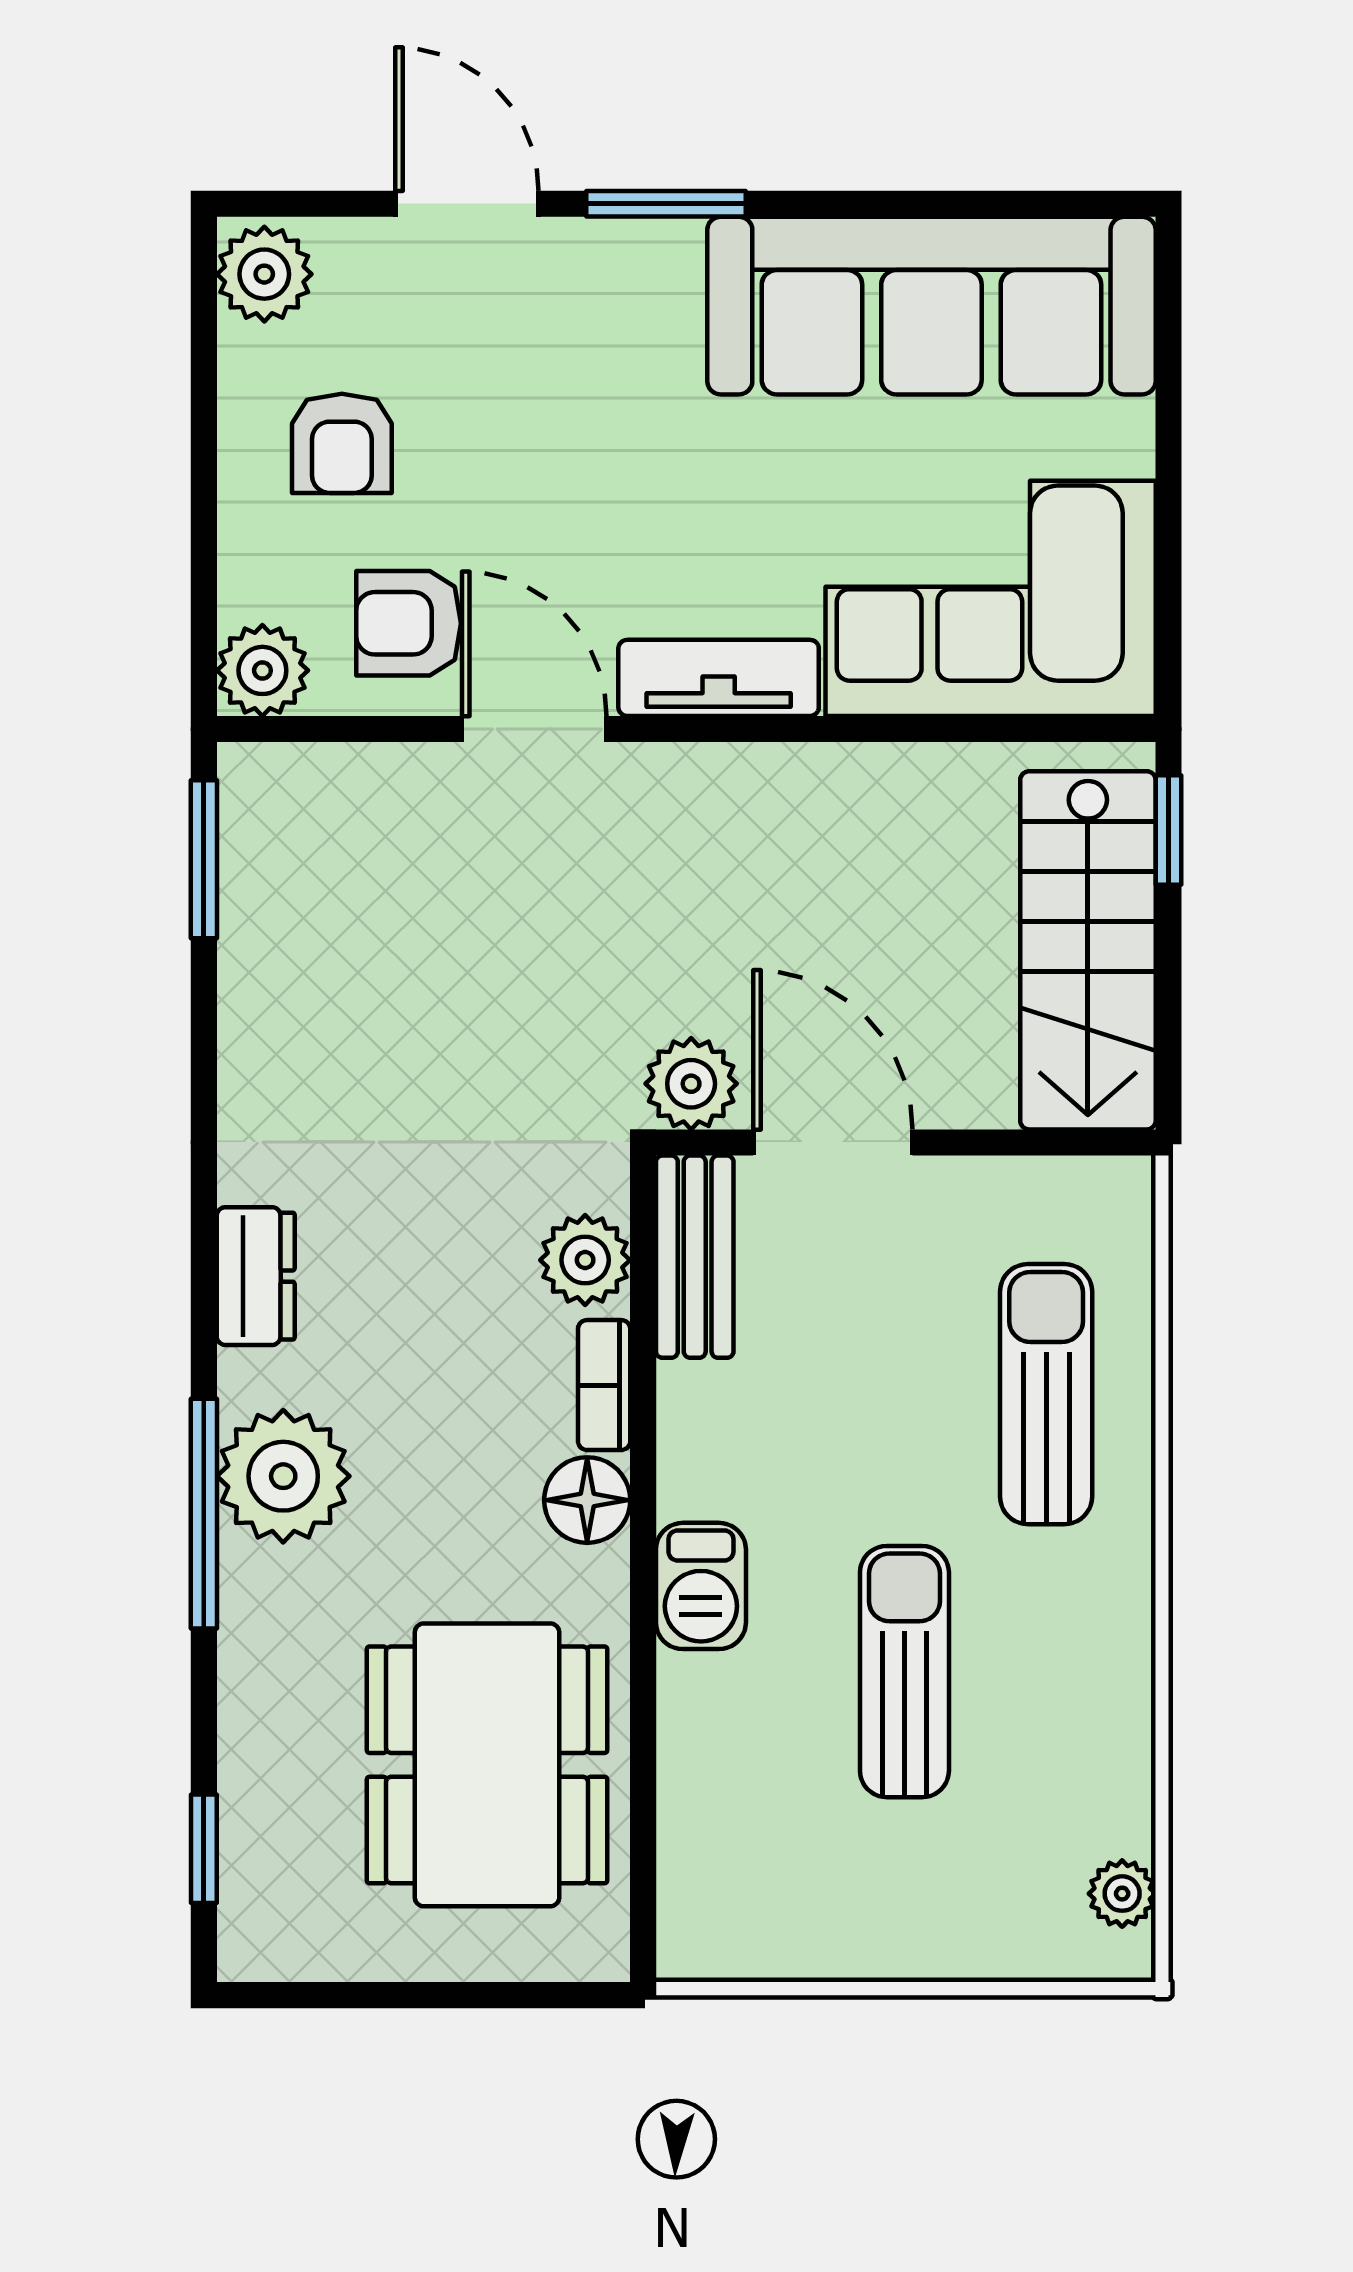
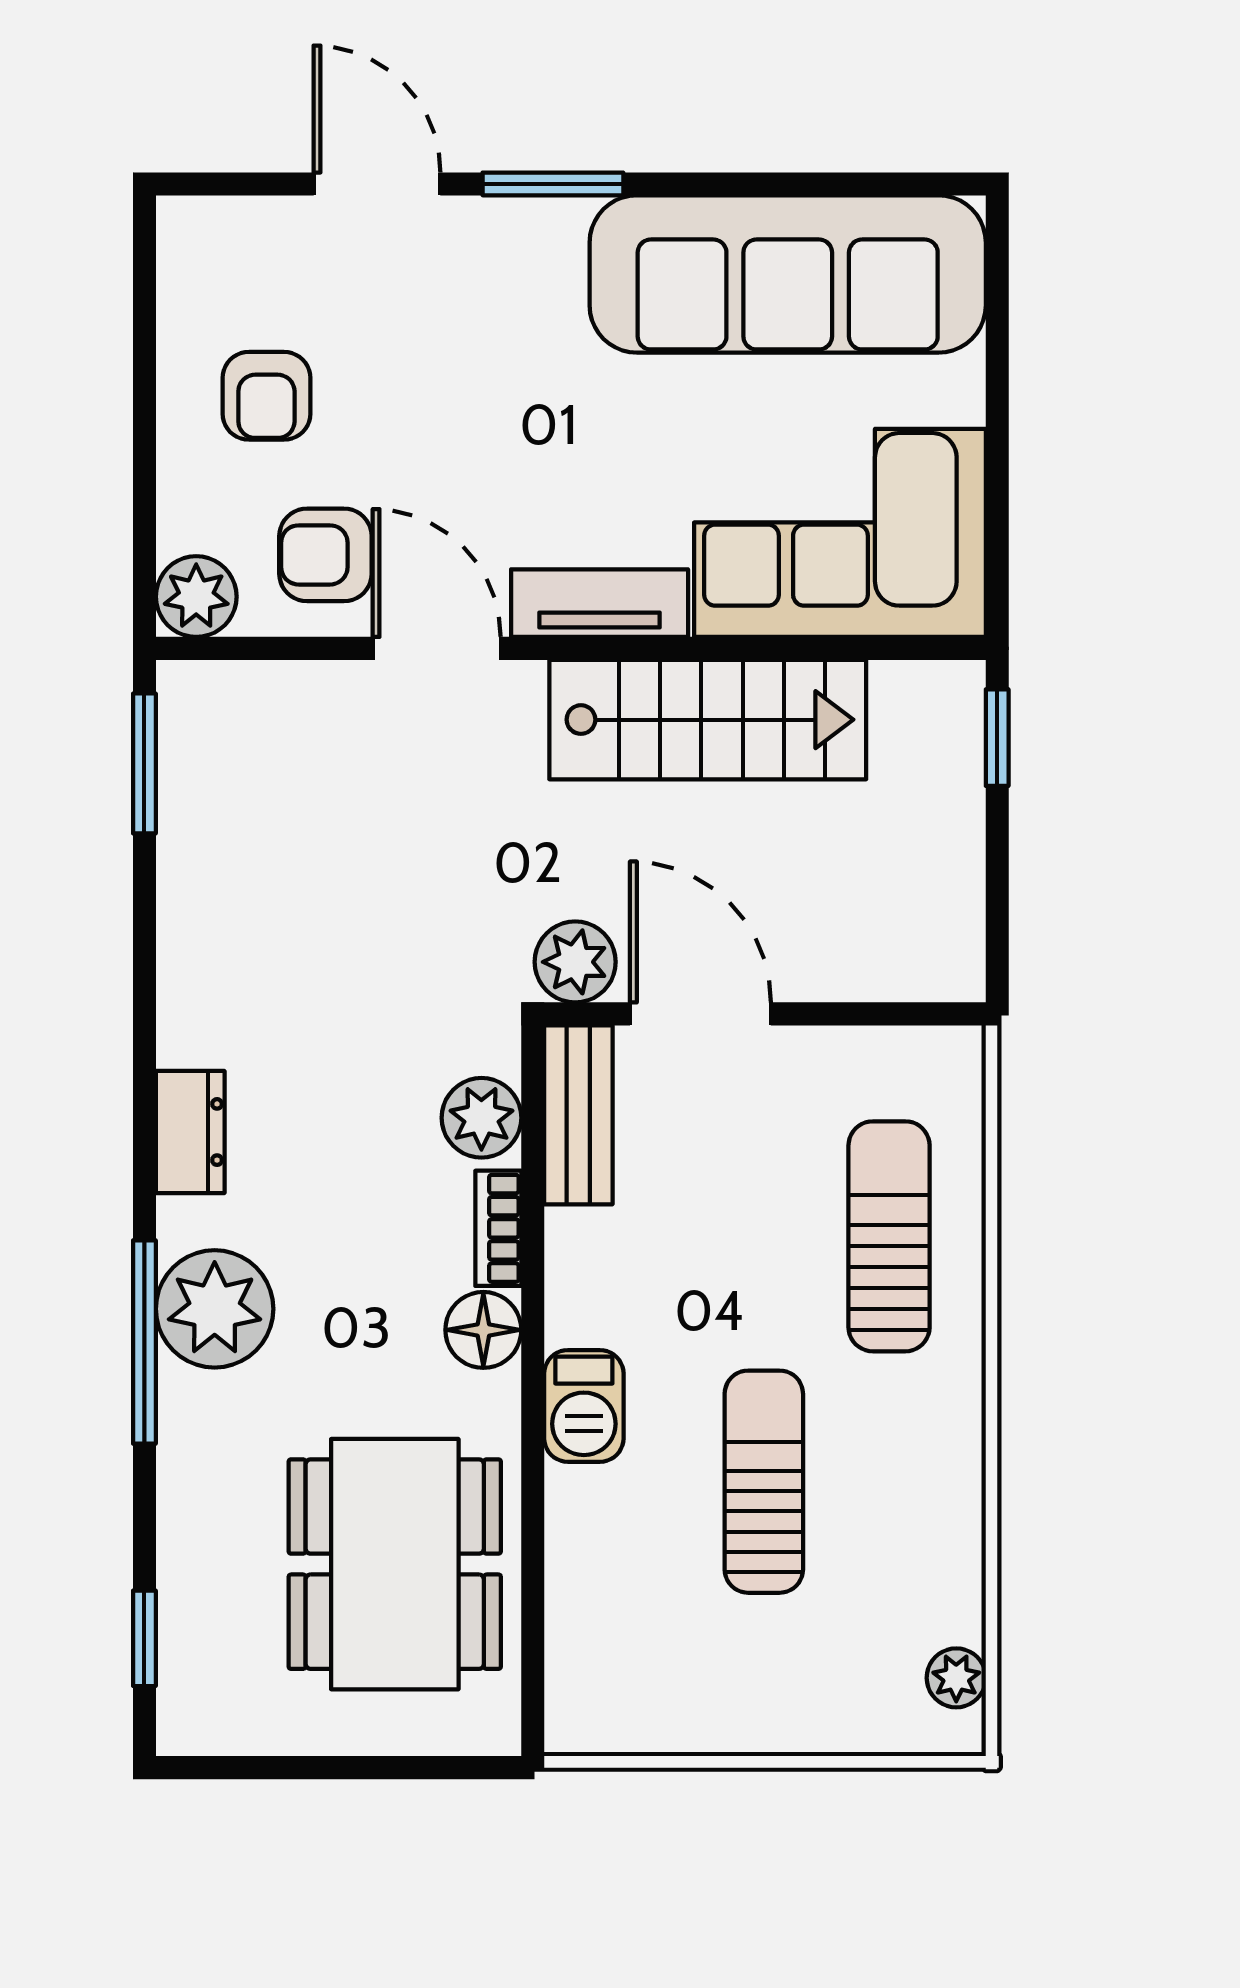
plant: (264, 274) -> (198, 246), removed
stairs: (1088, 950) -> (708, 720), moved, turned -90

